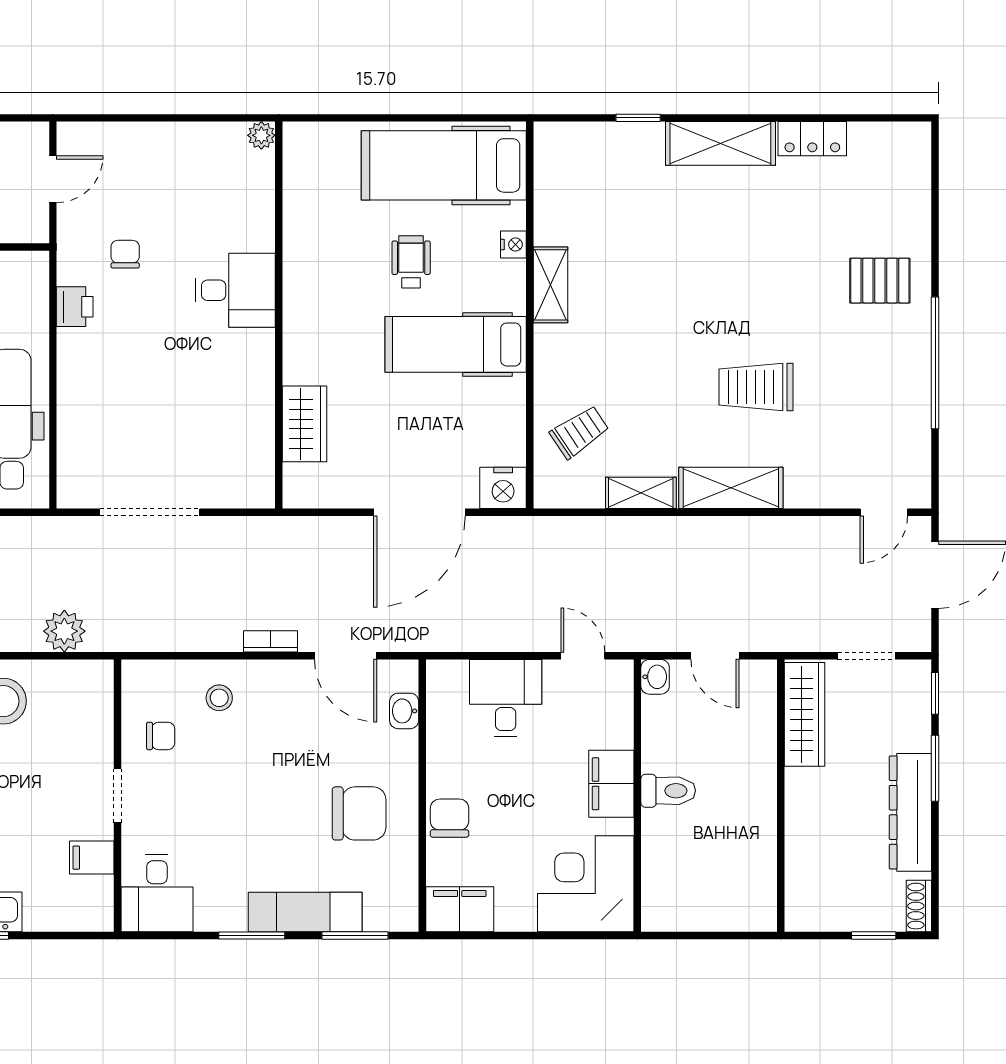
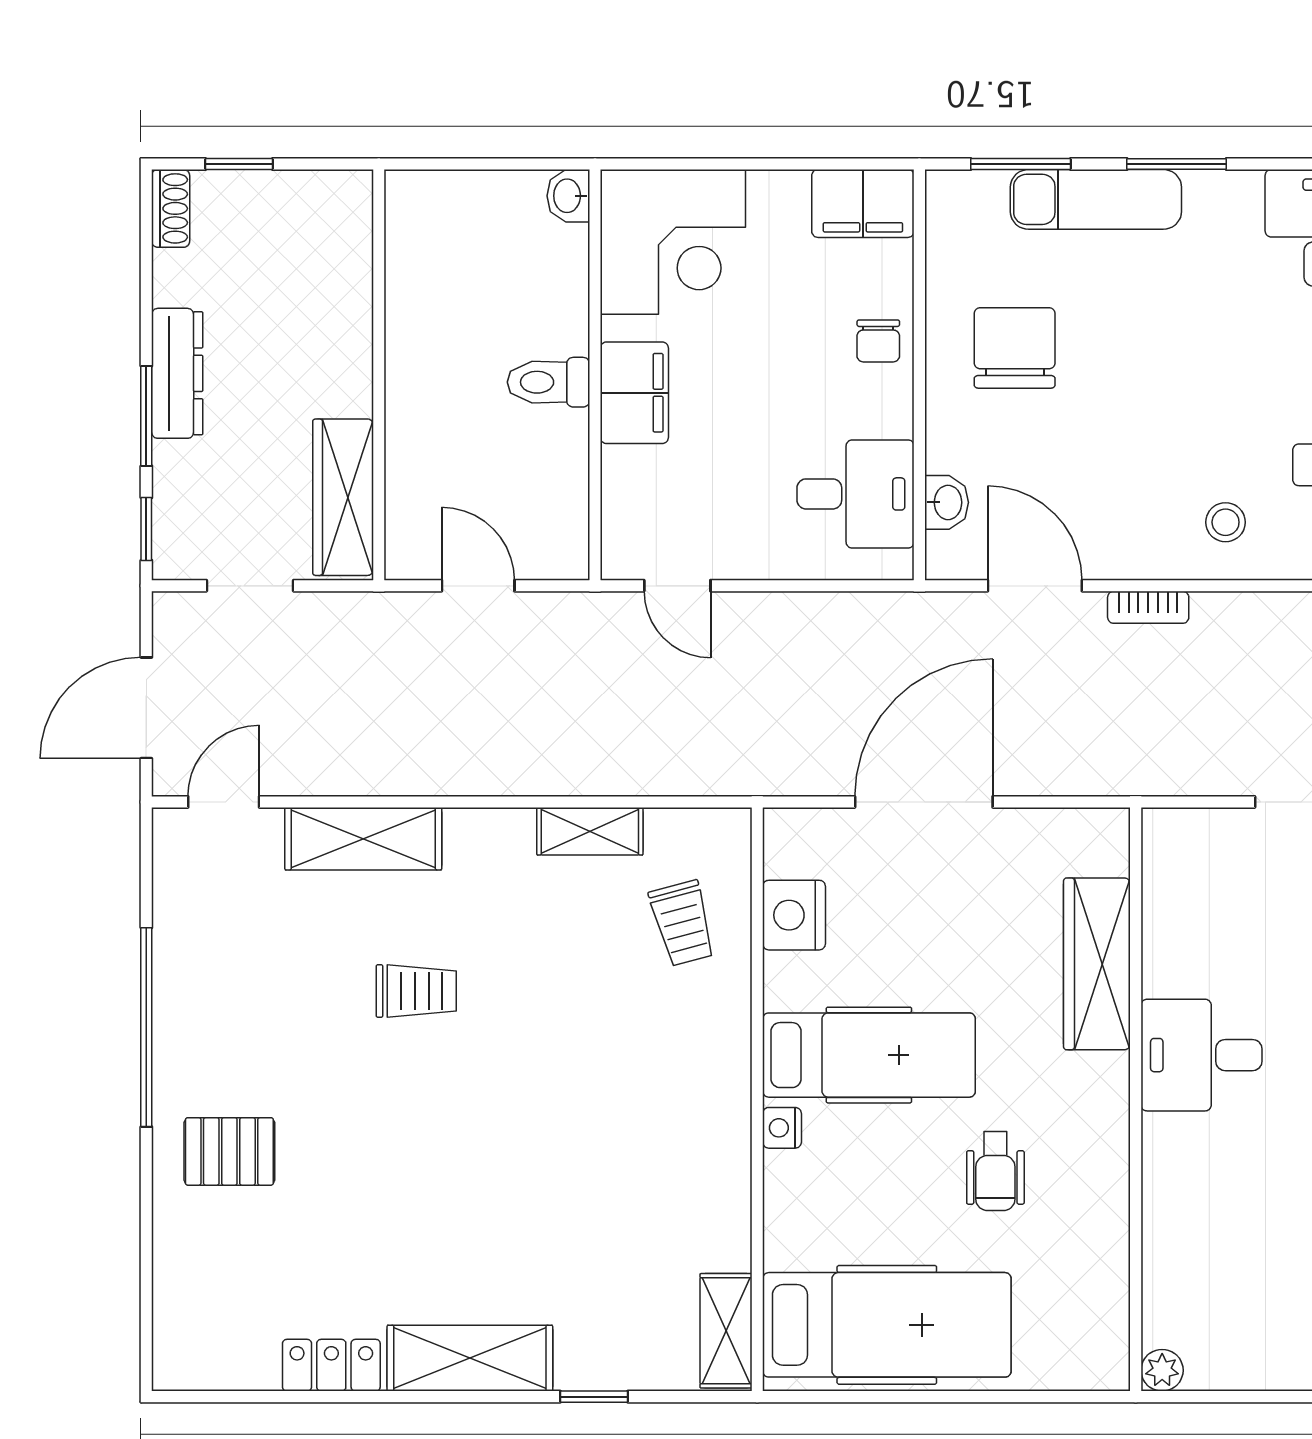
nightstand: (513, 245) -> (782, 1128), moved
wheelchair: (411, 262) -> (995, 1171), moved
shelving: (551, 285) -> (726, 1331), moved
desk: (235, 290) -> (1201, 1055), moved
trolley: (756, 387) -> (416, 991), width x0.73, depth x0.72
wardrobe: (304, 424) -> (1097, 964), width x1.50
trolley: (579, 432) -> (682, 923), turned -71
nightstand: (503, 488) -> (794, 915), moved, turned -90
shelving: (731, 488) -> (363, 839), moved
washbasin: (655, 677) -> (568, 196), moved
desk: (506, 698) -> (856, 494), moved, turned -90
dresser: (910, 812) -> (177, 373), width x0.73, depth x0.80
chair: (359, 813) -> (1015, 348), turned 90
chair: (450, 818) -> (878, 341), width x0.73, depth x0.73

